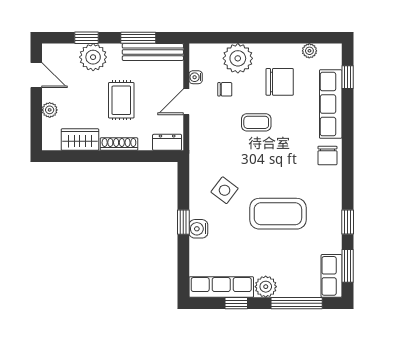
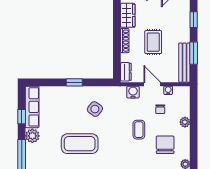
plant: (93, 57) -> (181, 24), removed
plant: (238, 58) -> (185, 122), width x0.53, depth x0.53
chair: (280, 82) -> (165, 145), turned 180
rug: (121, 100) -> (153, 42), turned 90
coffee table: (278, 214) -> (80, 144), turned 90
water cooler: (198, 229) -> (133, 92), moved

